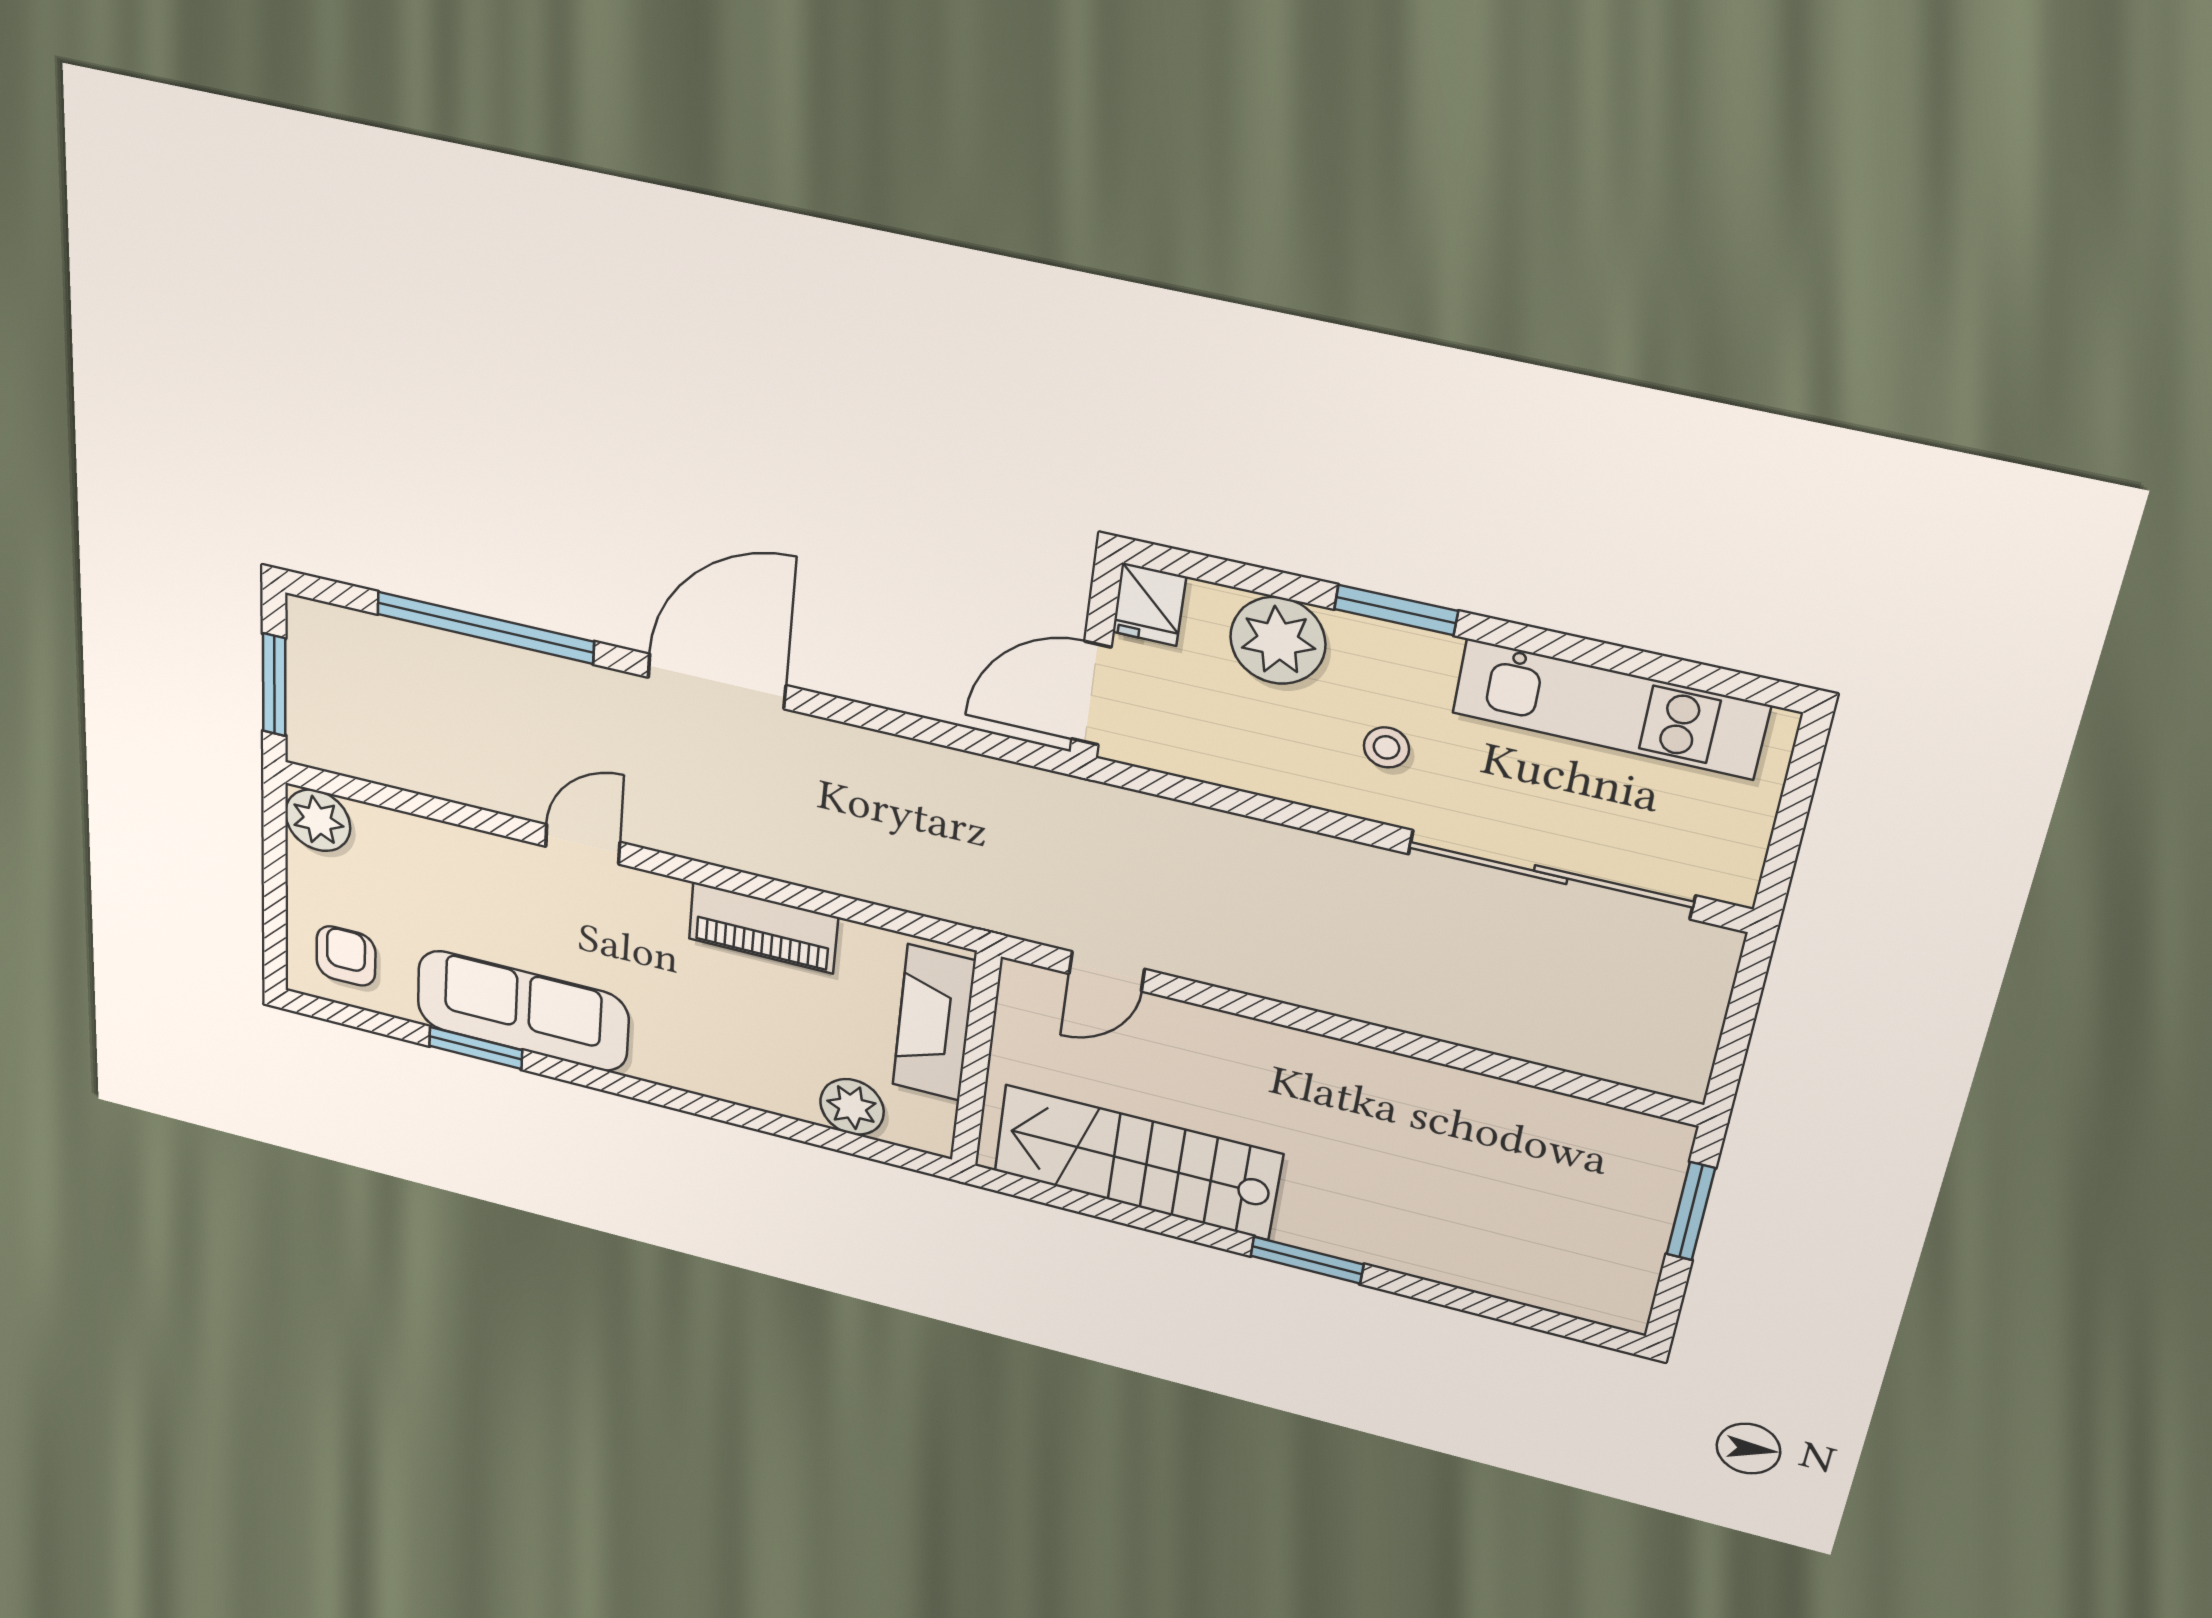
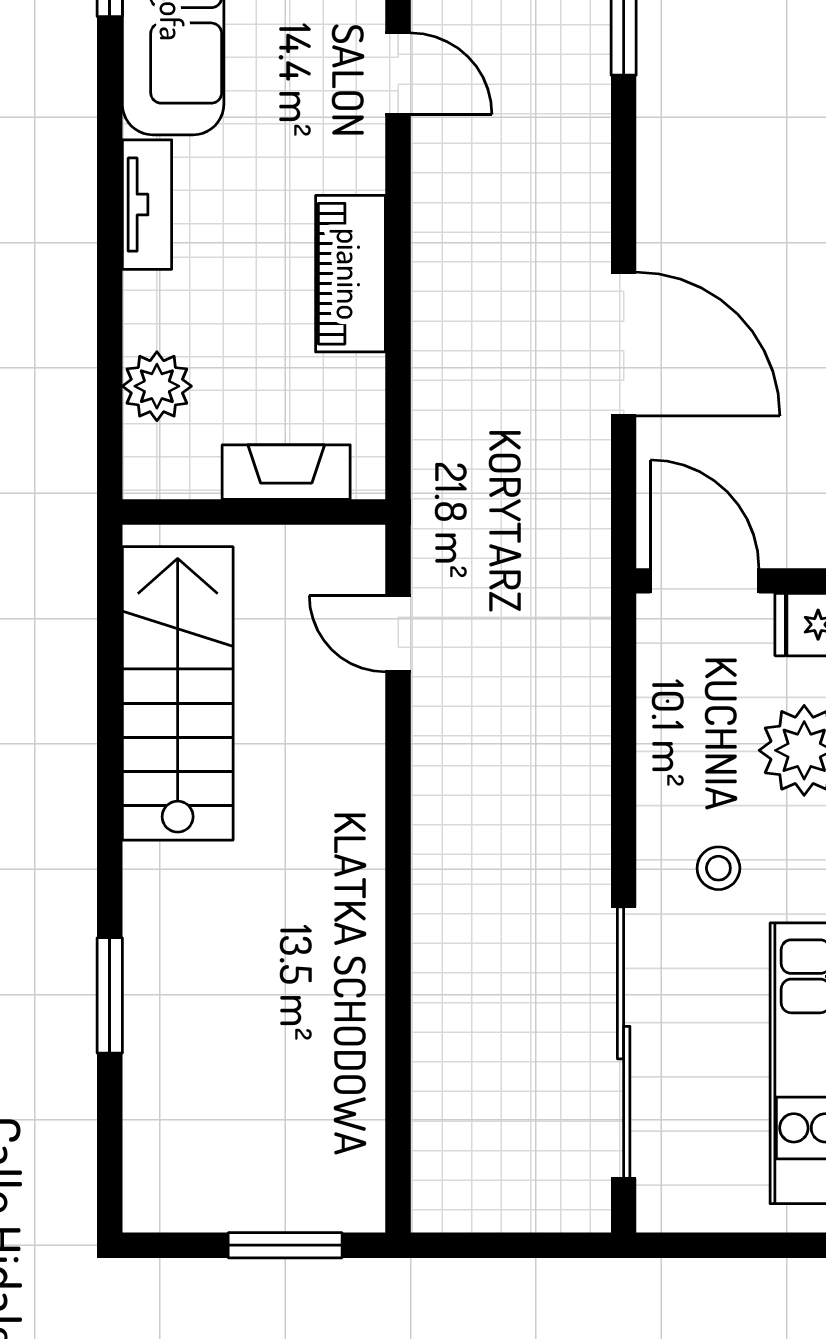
door: (717, 681) -> (624, 344), moved
fireplace: (934, 1023) -> (286, 472), width x0.73, depth x0.76
tv unit: (688, 1073) -> (147, 205), added
window: (1307, 1260) -> (110, 995), moved

